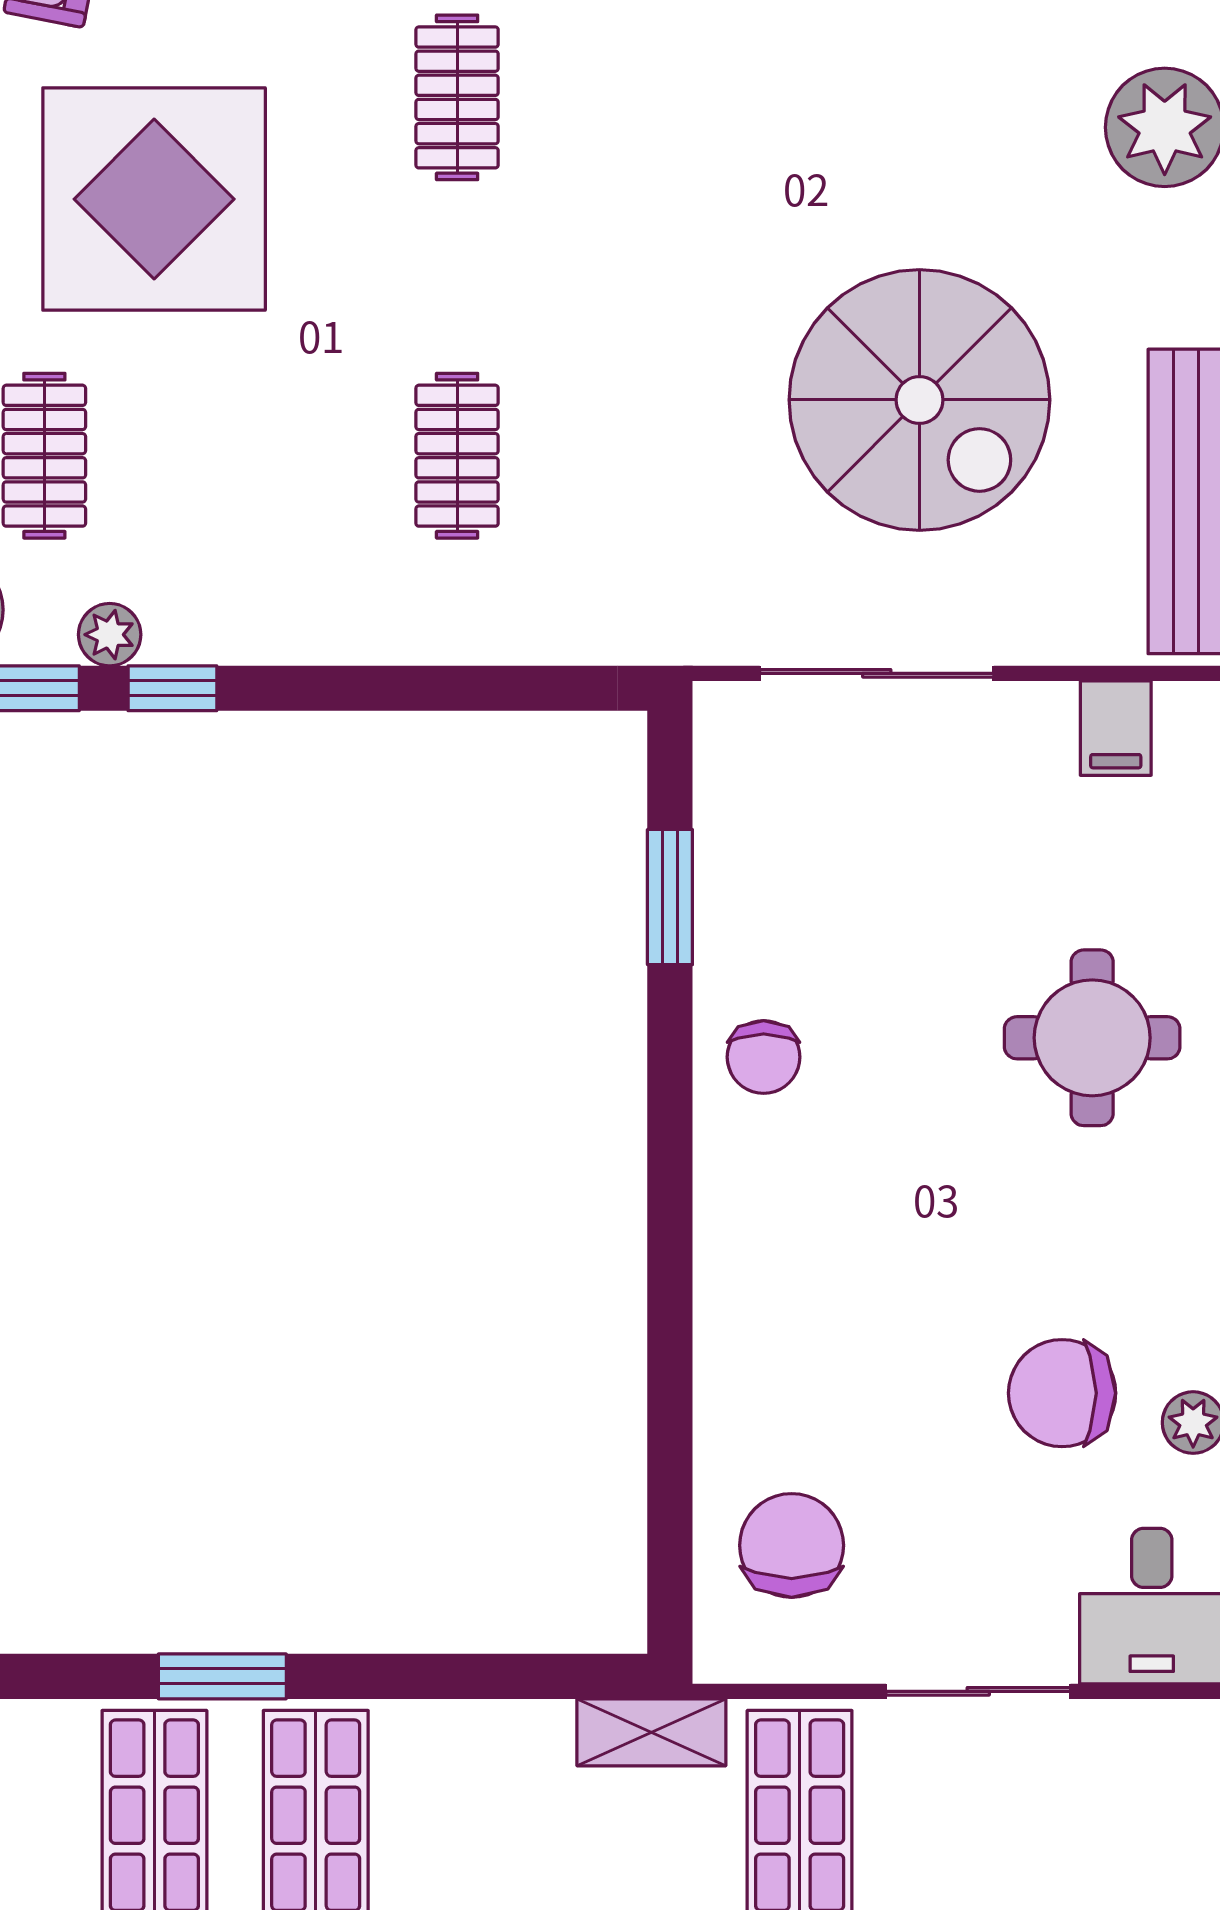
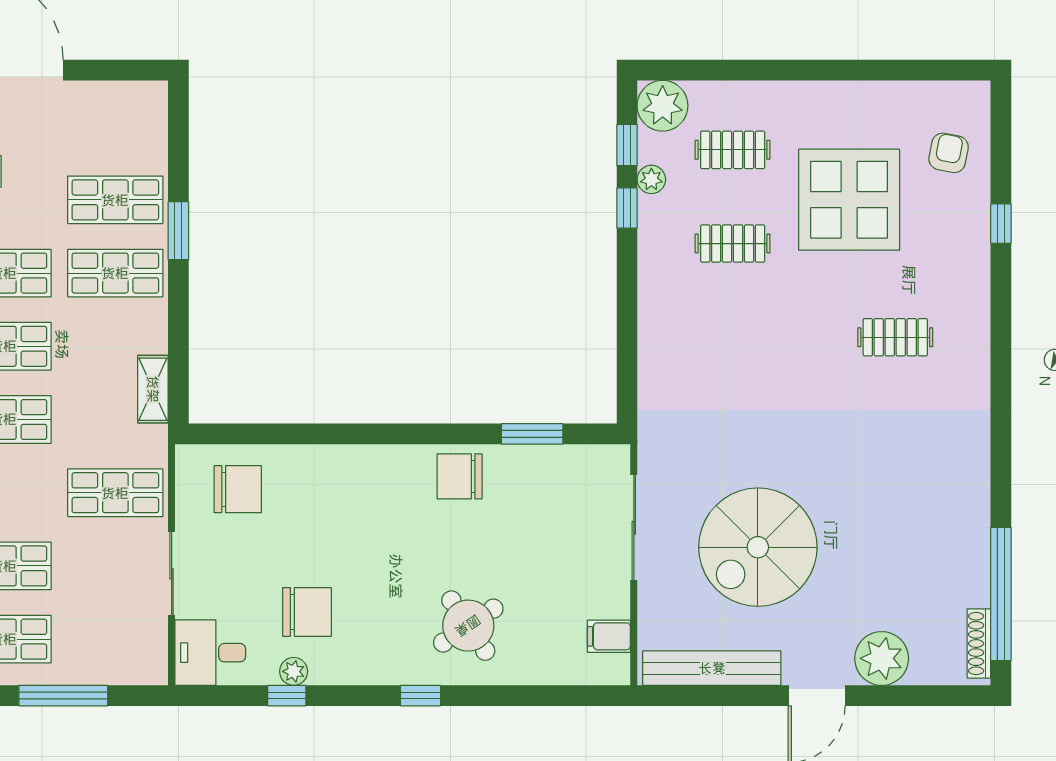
clothes rail: (457, 456) -> (733, 244), moved
round table: (1092, 1038) -> (468, 626), turned -34
chair: (764, 1057) -> (460, 476), width x1.37, depth x1.37
chair: (1062, 1393) -> (307, 612), turned 90
shelving: (651, 1732) -> (153, 389), moved

